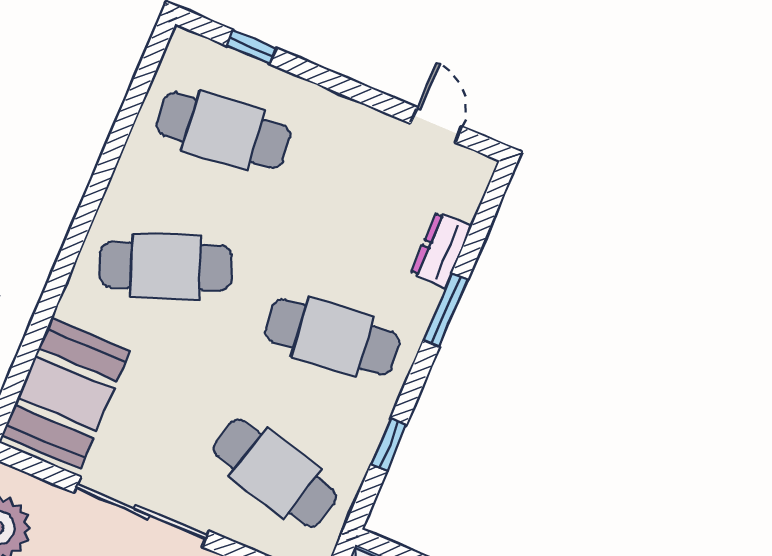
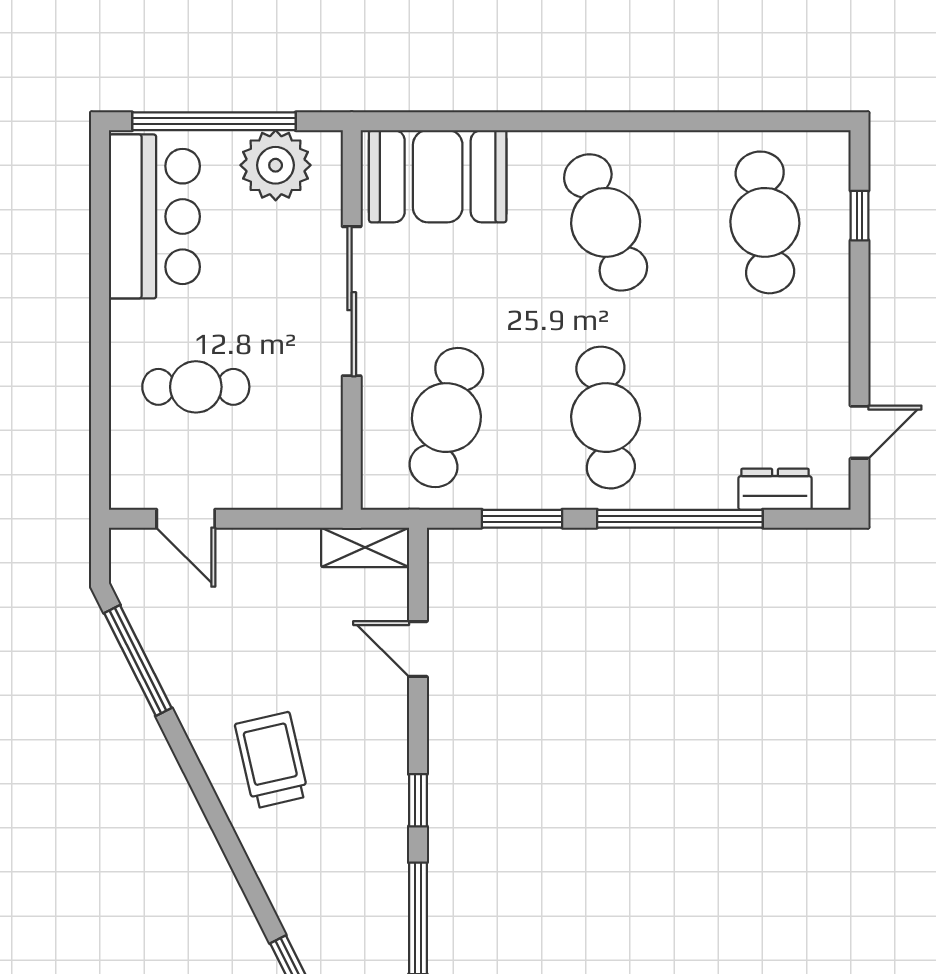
dresser: (441, 250) -> (775, 489), moved
window: (446, 310) -> (680, 519), width x2.11
window: (389, 445) -> (522, 519), width x1.50

